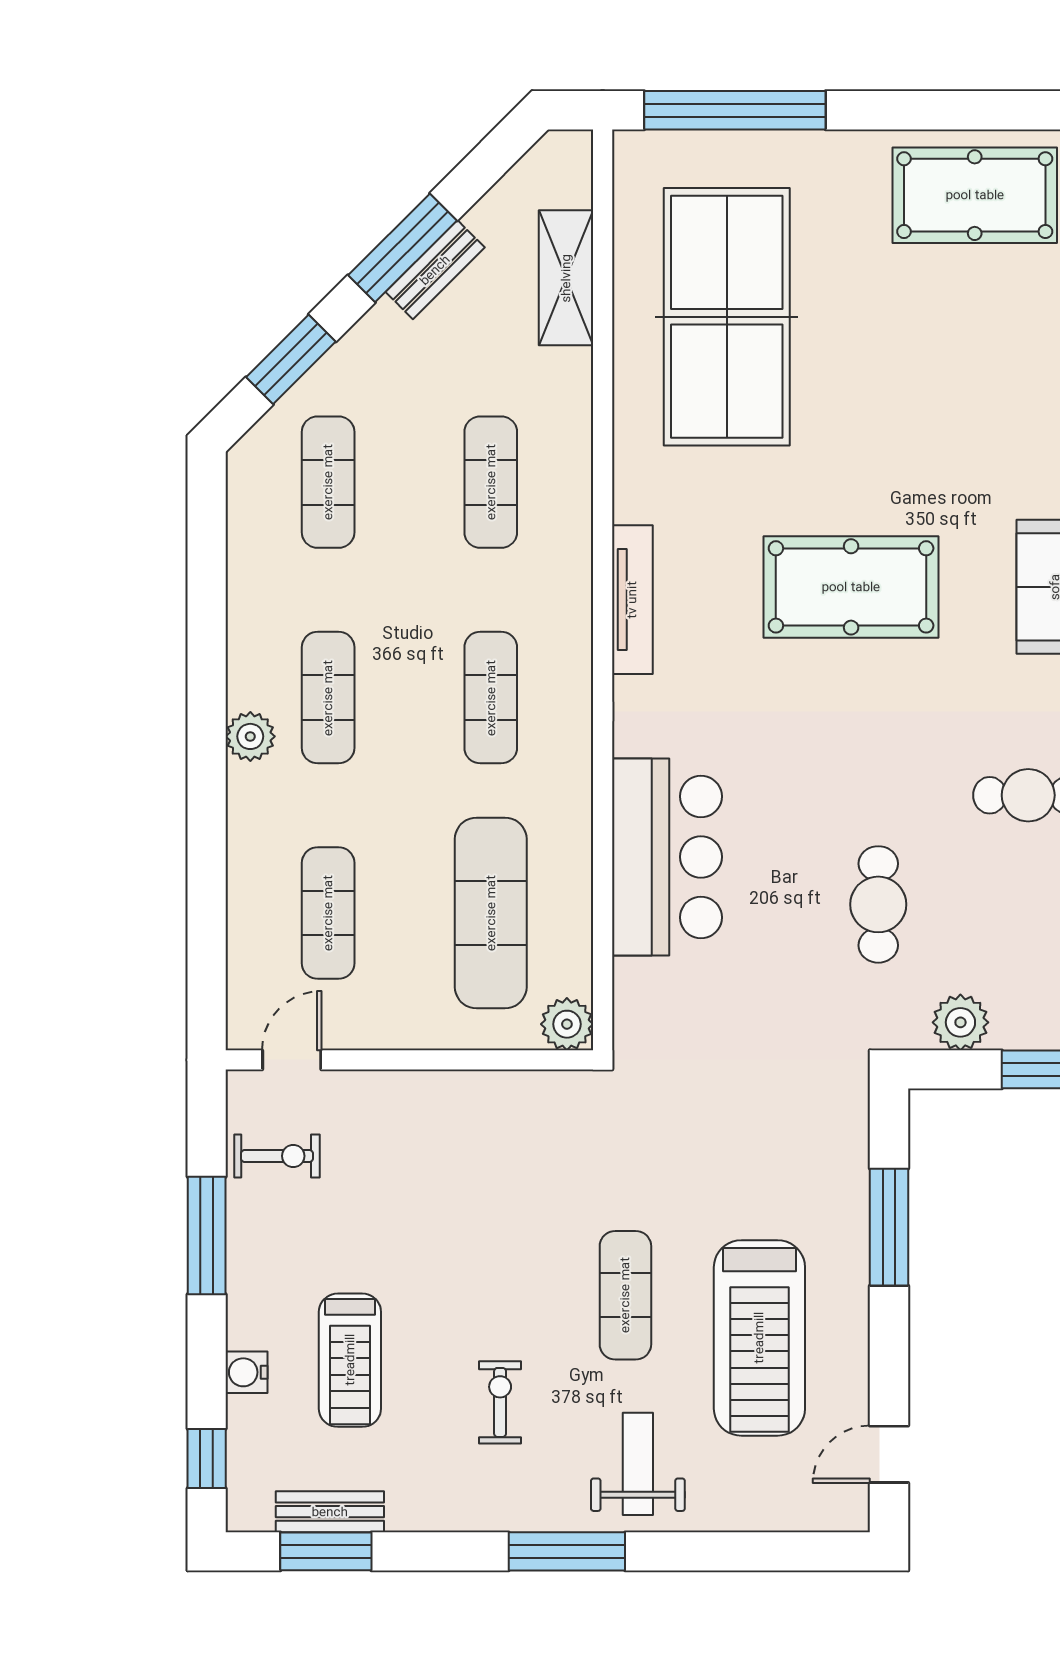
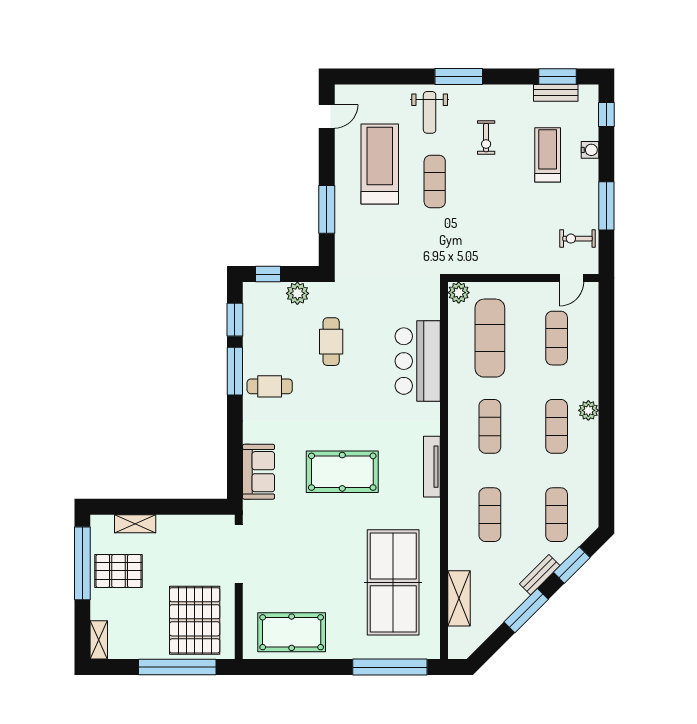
bench: (435, 270) -> (540, 575), moved

